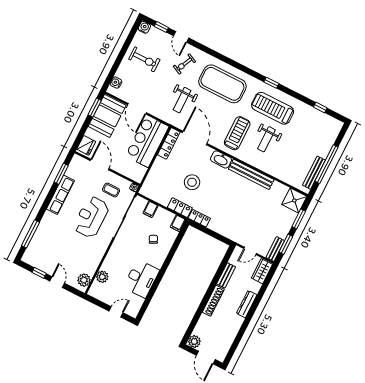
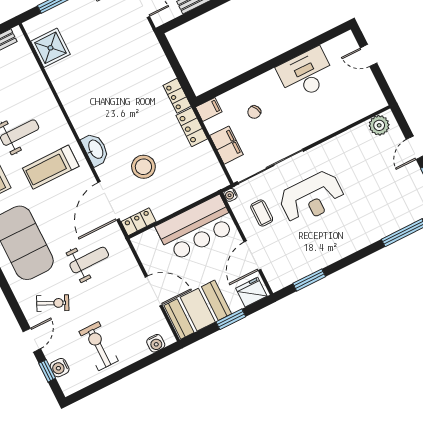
water cooler: (144, 27) -> (60, 368), moved
window: (95, 108) -> (231, 319), moved
door: (137, 109) -> (154, 291), hinge flipped
bar counter: (147, 141) -> (196, 228), moved
locker: (169, 143) -> (139, 222), width x0.66
bench: (251, 174) -> (71, 103), removed
stool: (192, 182) -> (143, 167), moved
row of seats: (60, 195) -> (330, 254), removed
shower: (294, 200) -> (50, 48), moved
filing cabinet: (150, 209) -> (227, 145), width x2.00
plant: (102, 277) -> (353, 112), removed

